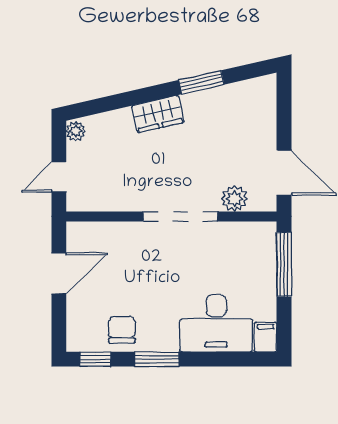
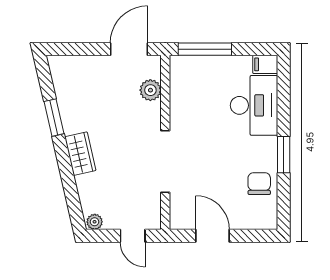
doorway: (181, 216) -> (165, 162), moved
chair: (122, 330) -> (259, 184), turned 90
window: (95, 359) -> (284, 205), removed

